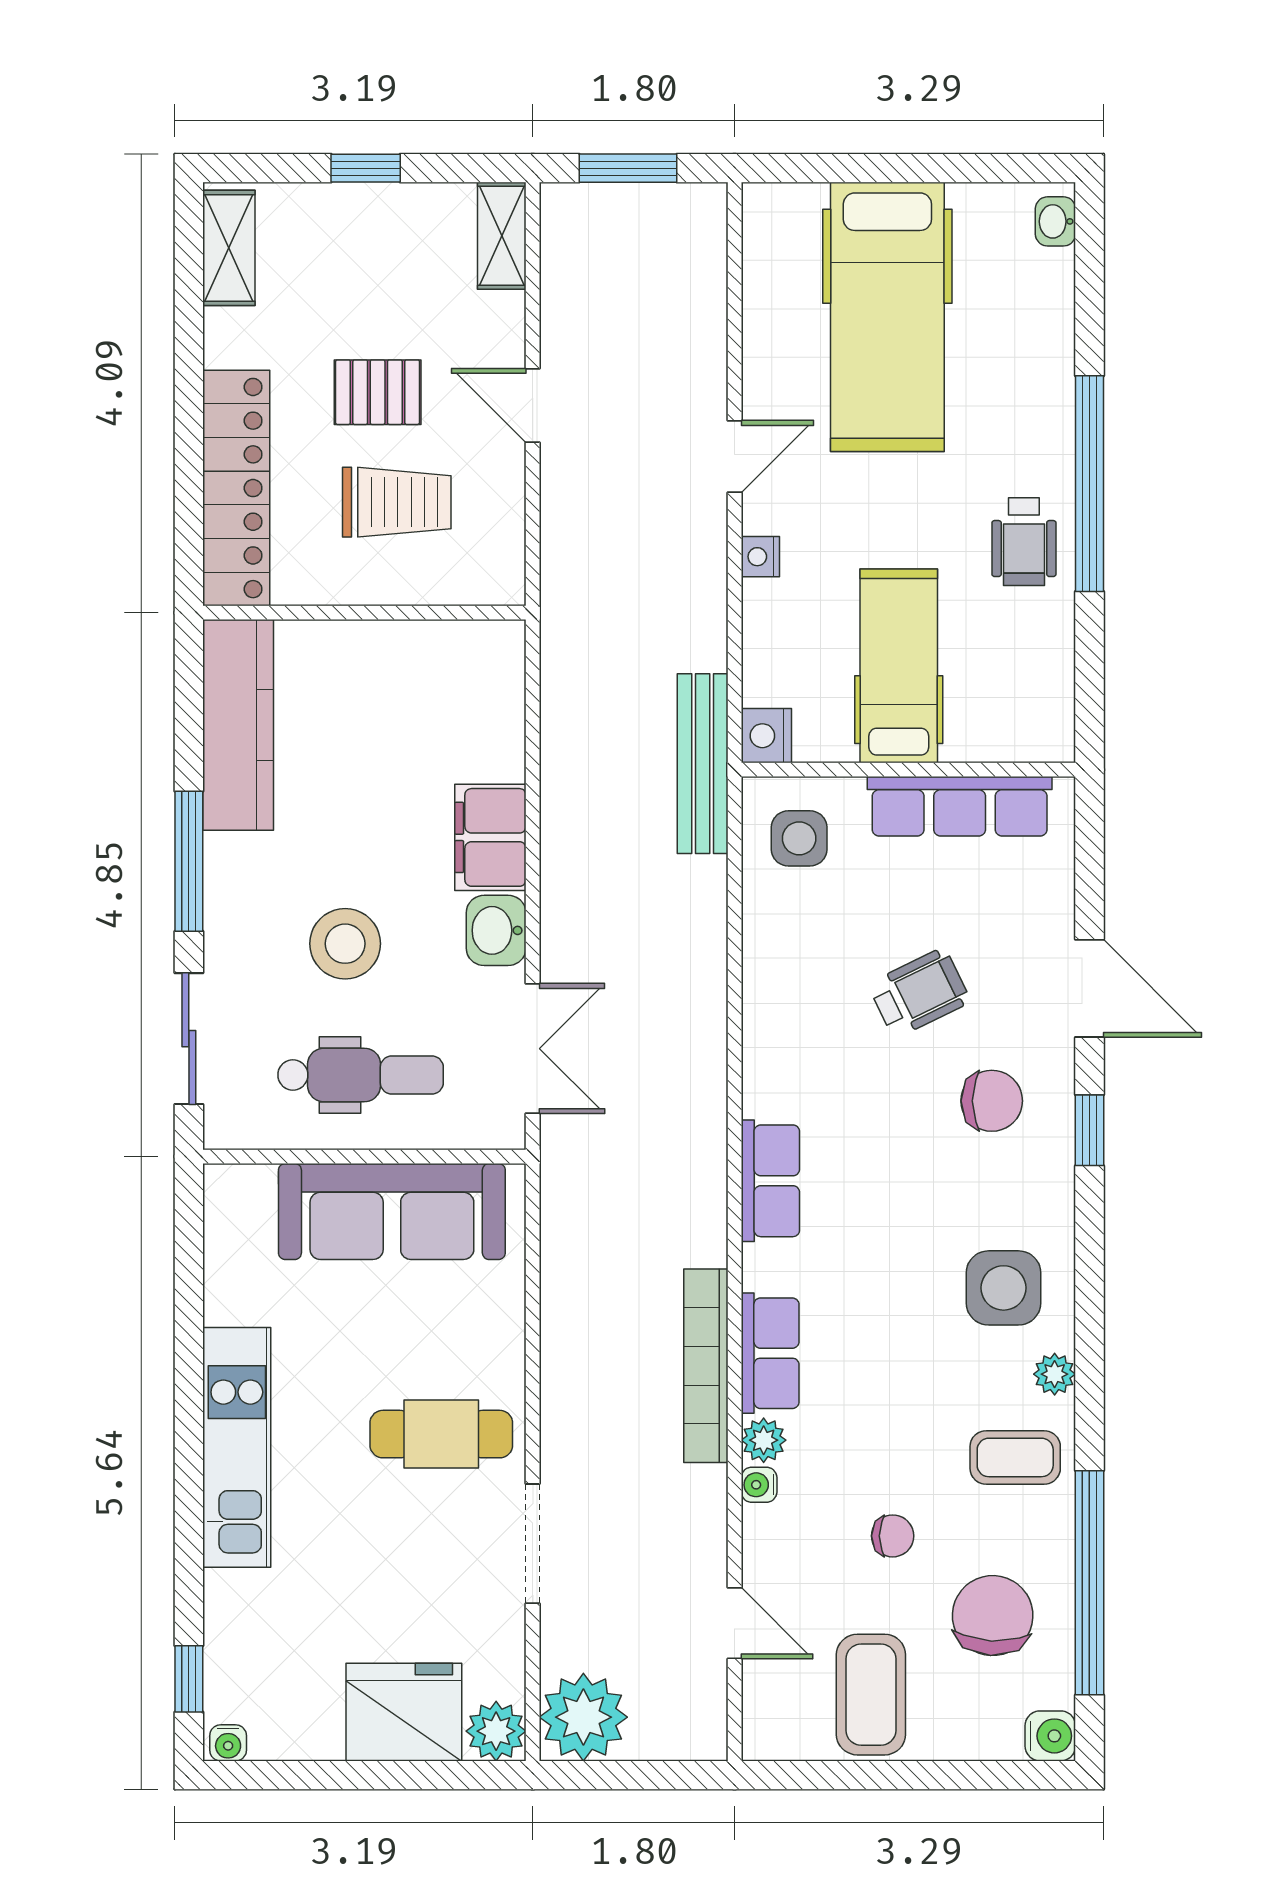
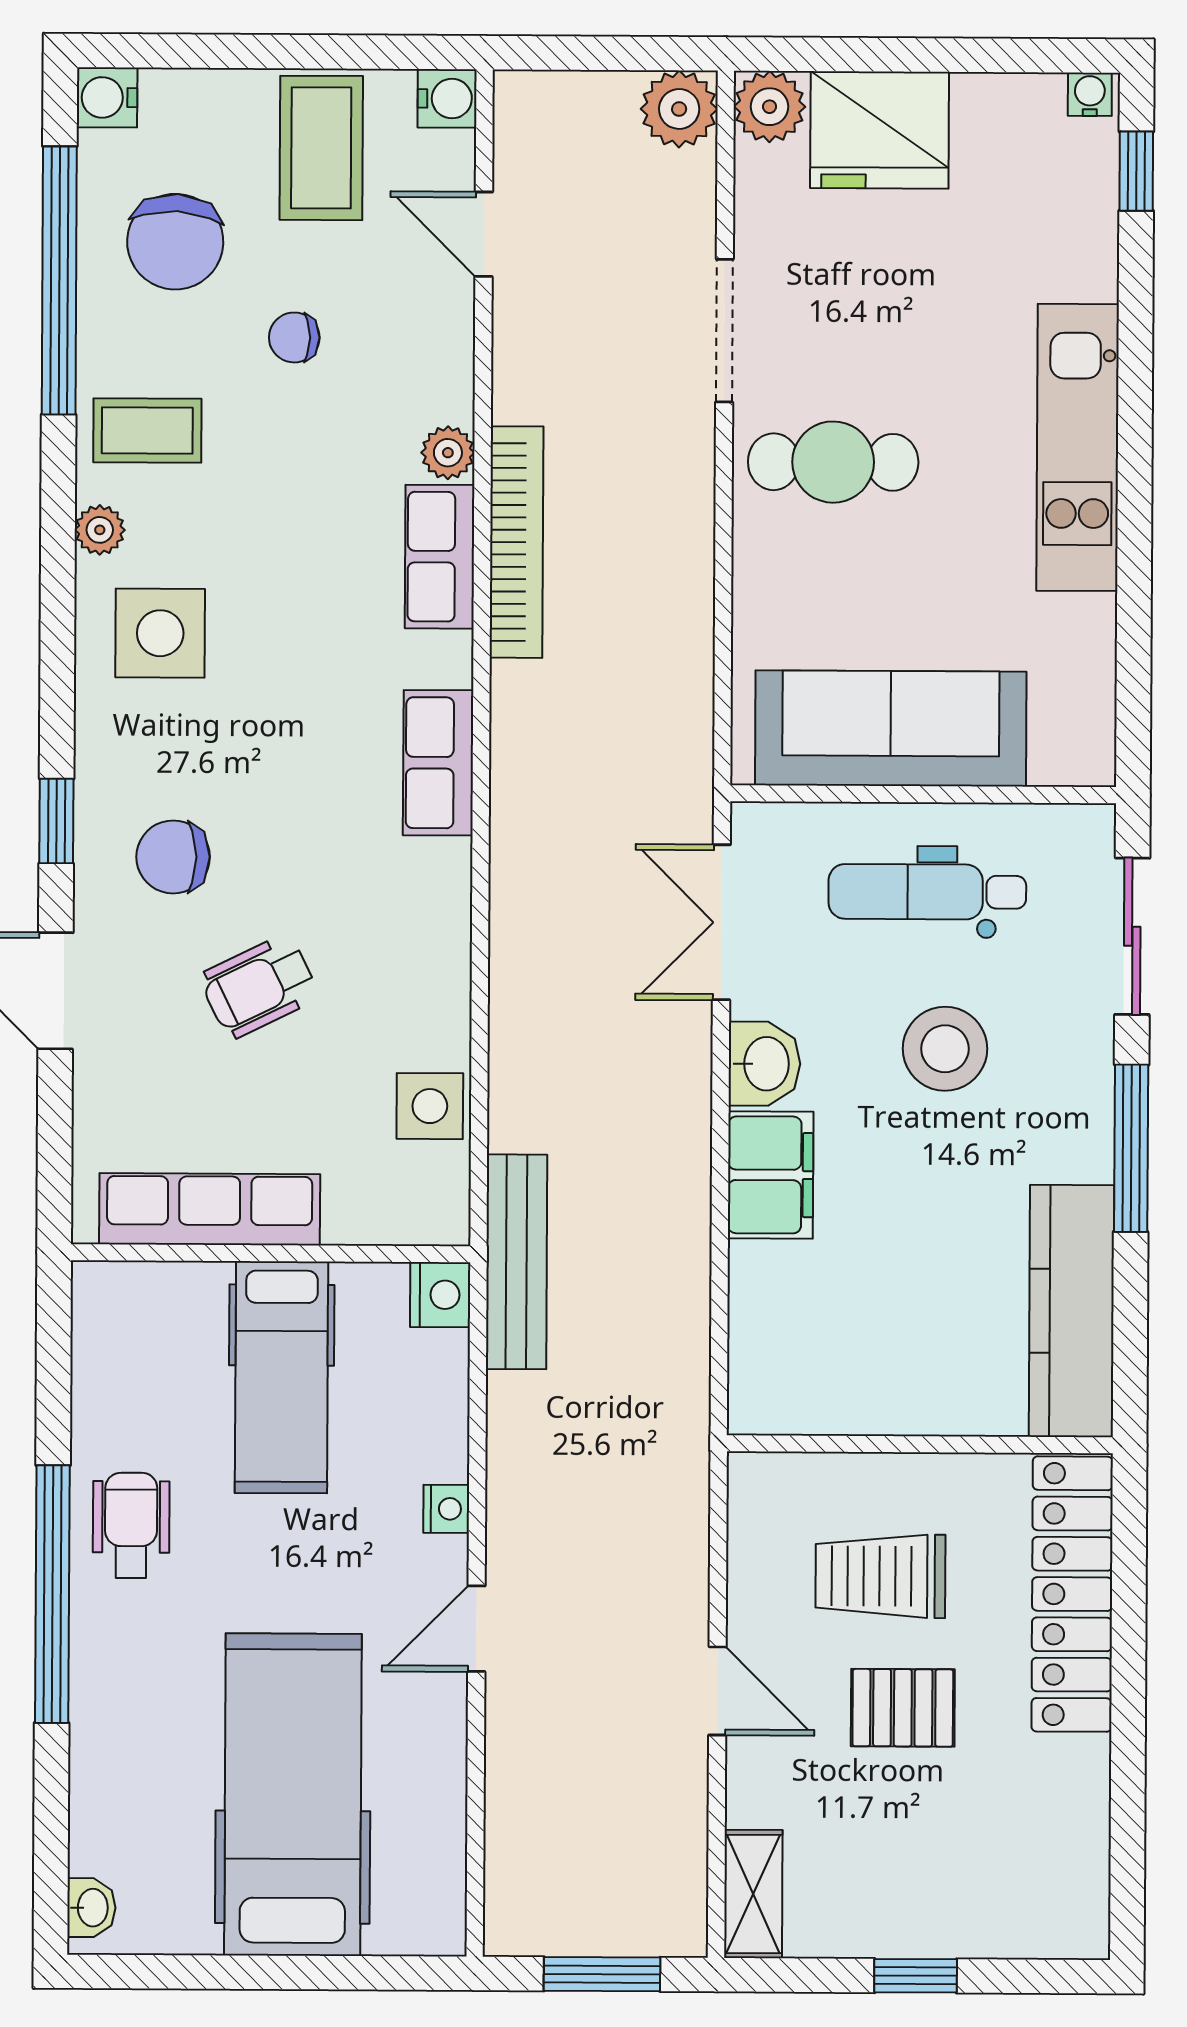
shelving: (229, 248) -> (1079, 1881), removed
side table: (799, 838) -> (430, 1106), moved
water cooler: (759, 1485) -> (447, 98), moved, width x1.38, depth x1.38
plant: (583, 1717) -> (679, 109), width x0.73, depth x0.73

